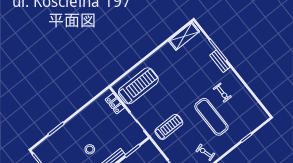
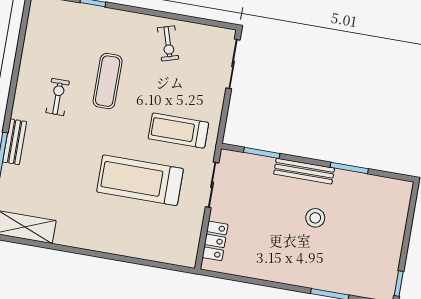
treadmill: (138, 86) -> (140, 180), moved
exercise mat: (211, 117) -> (108, 81), width x0.73, depth x0.69

